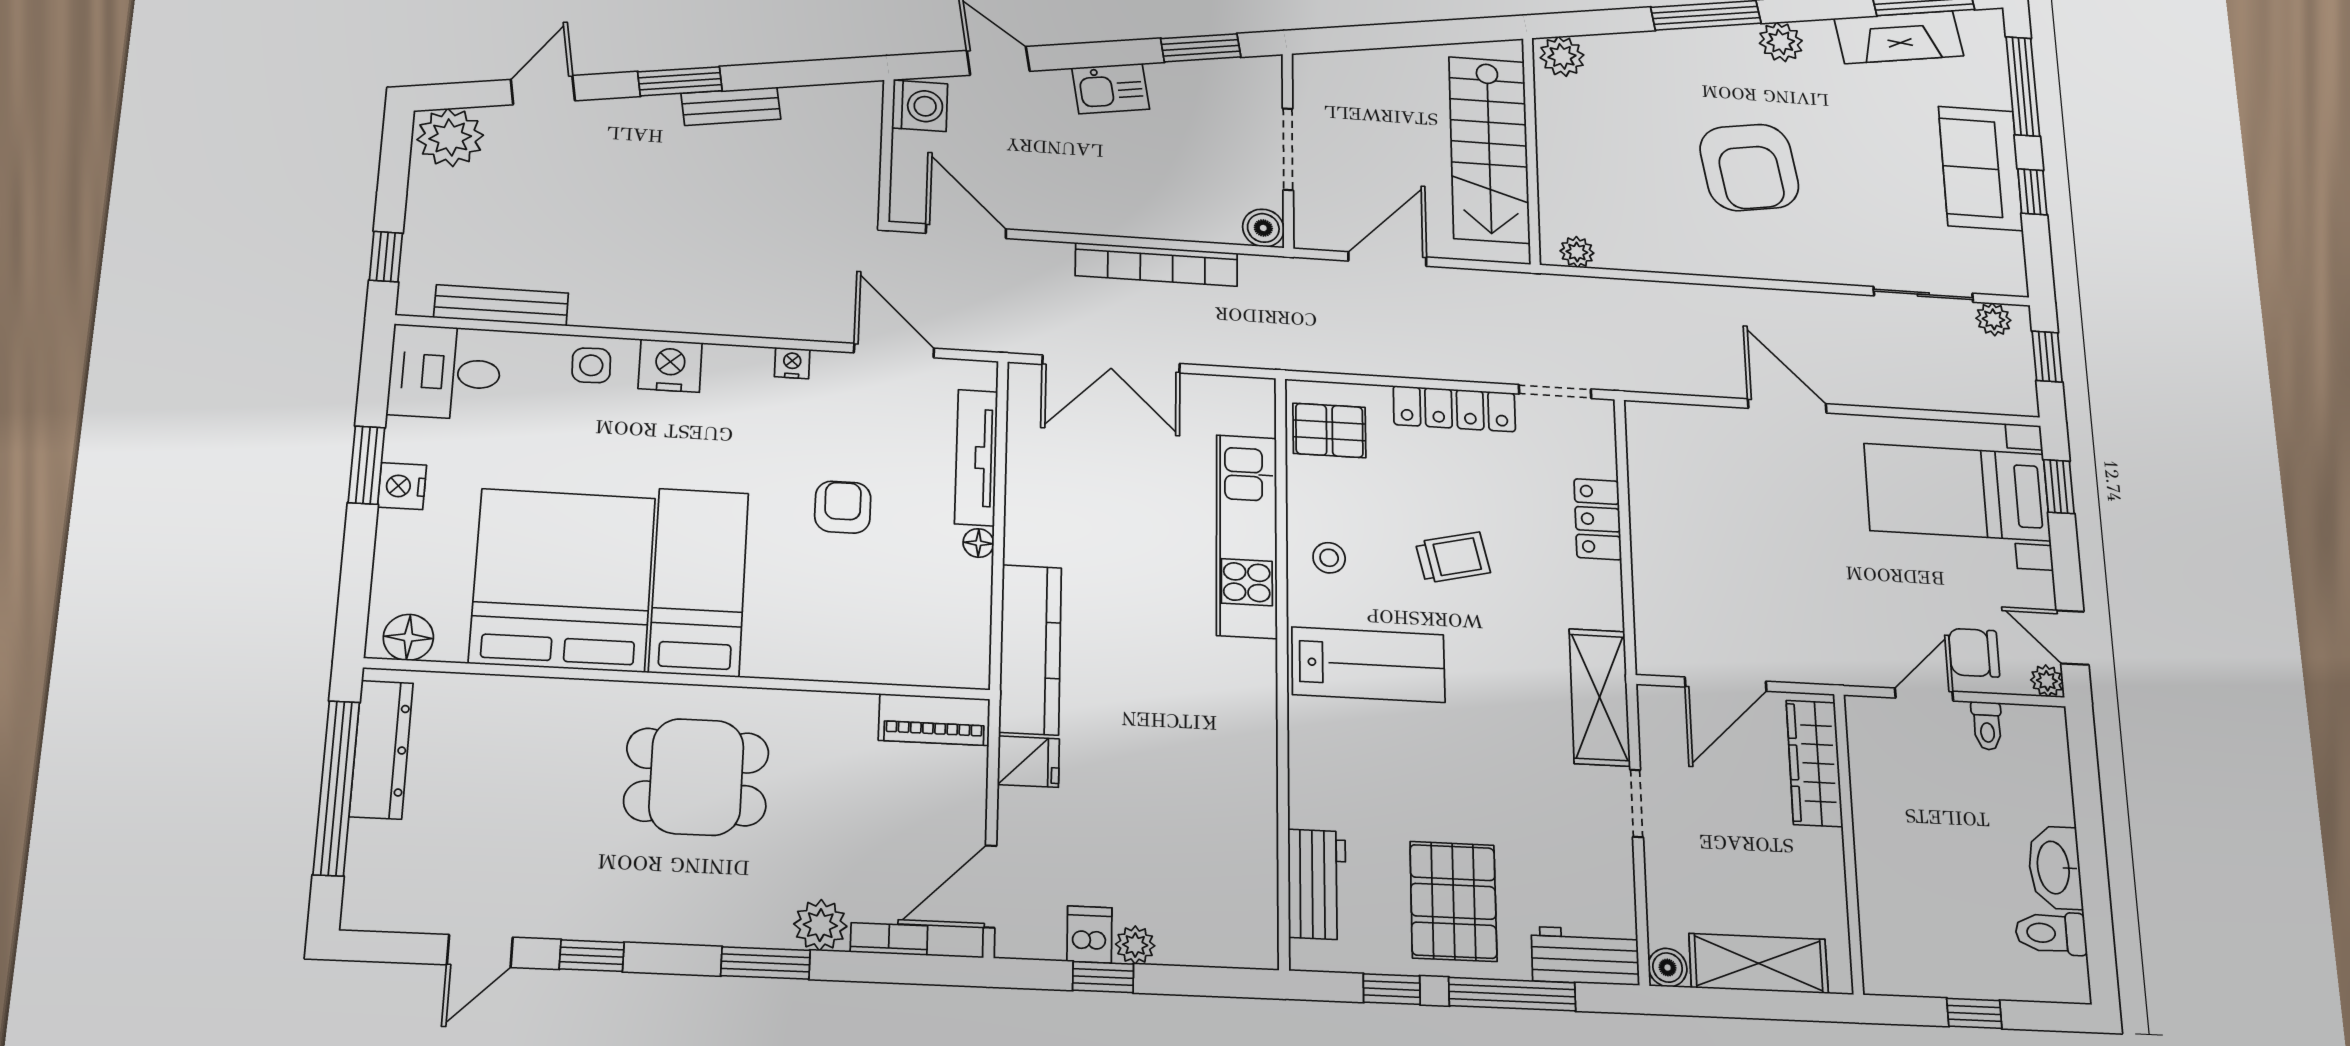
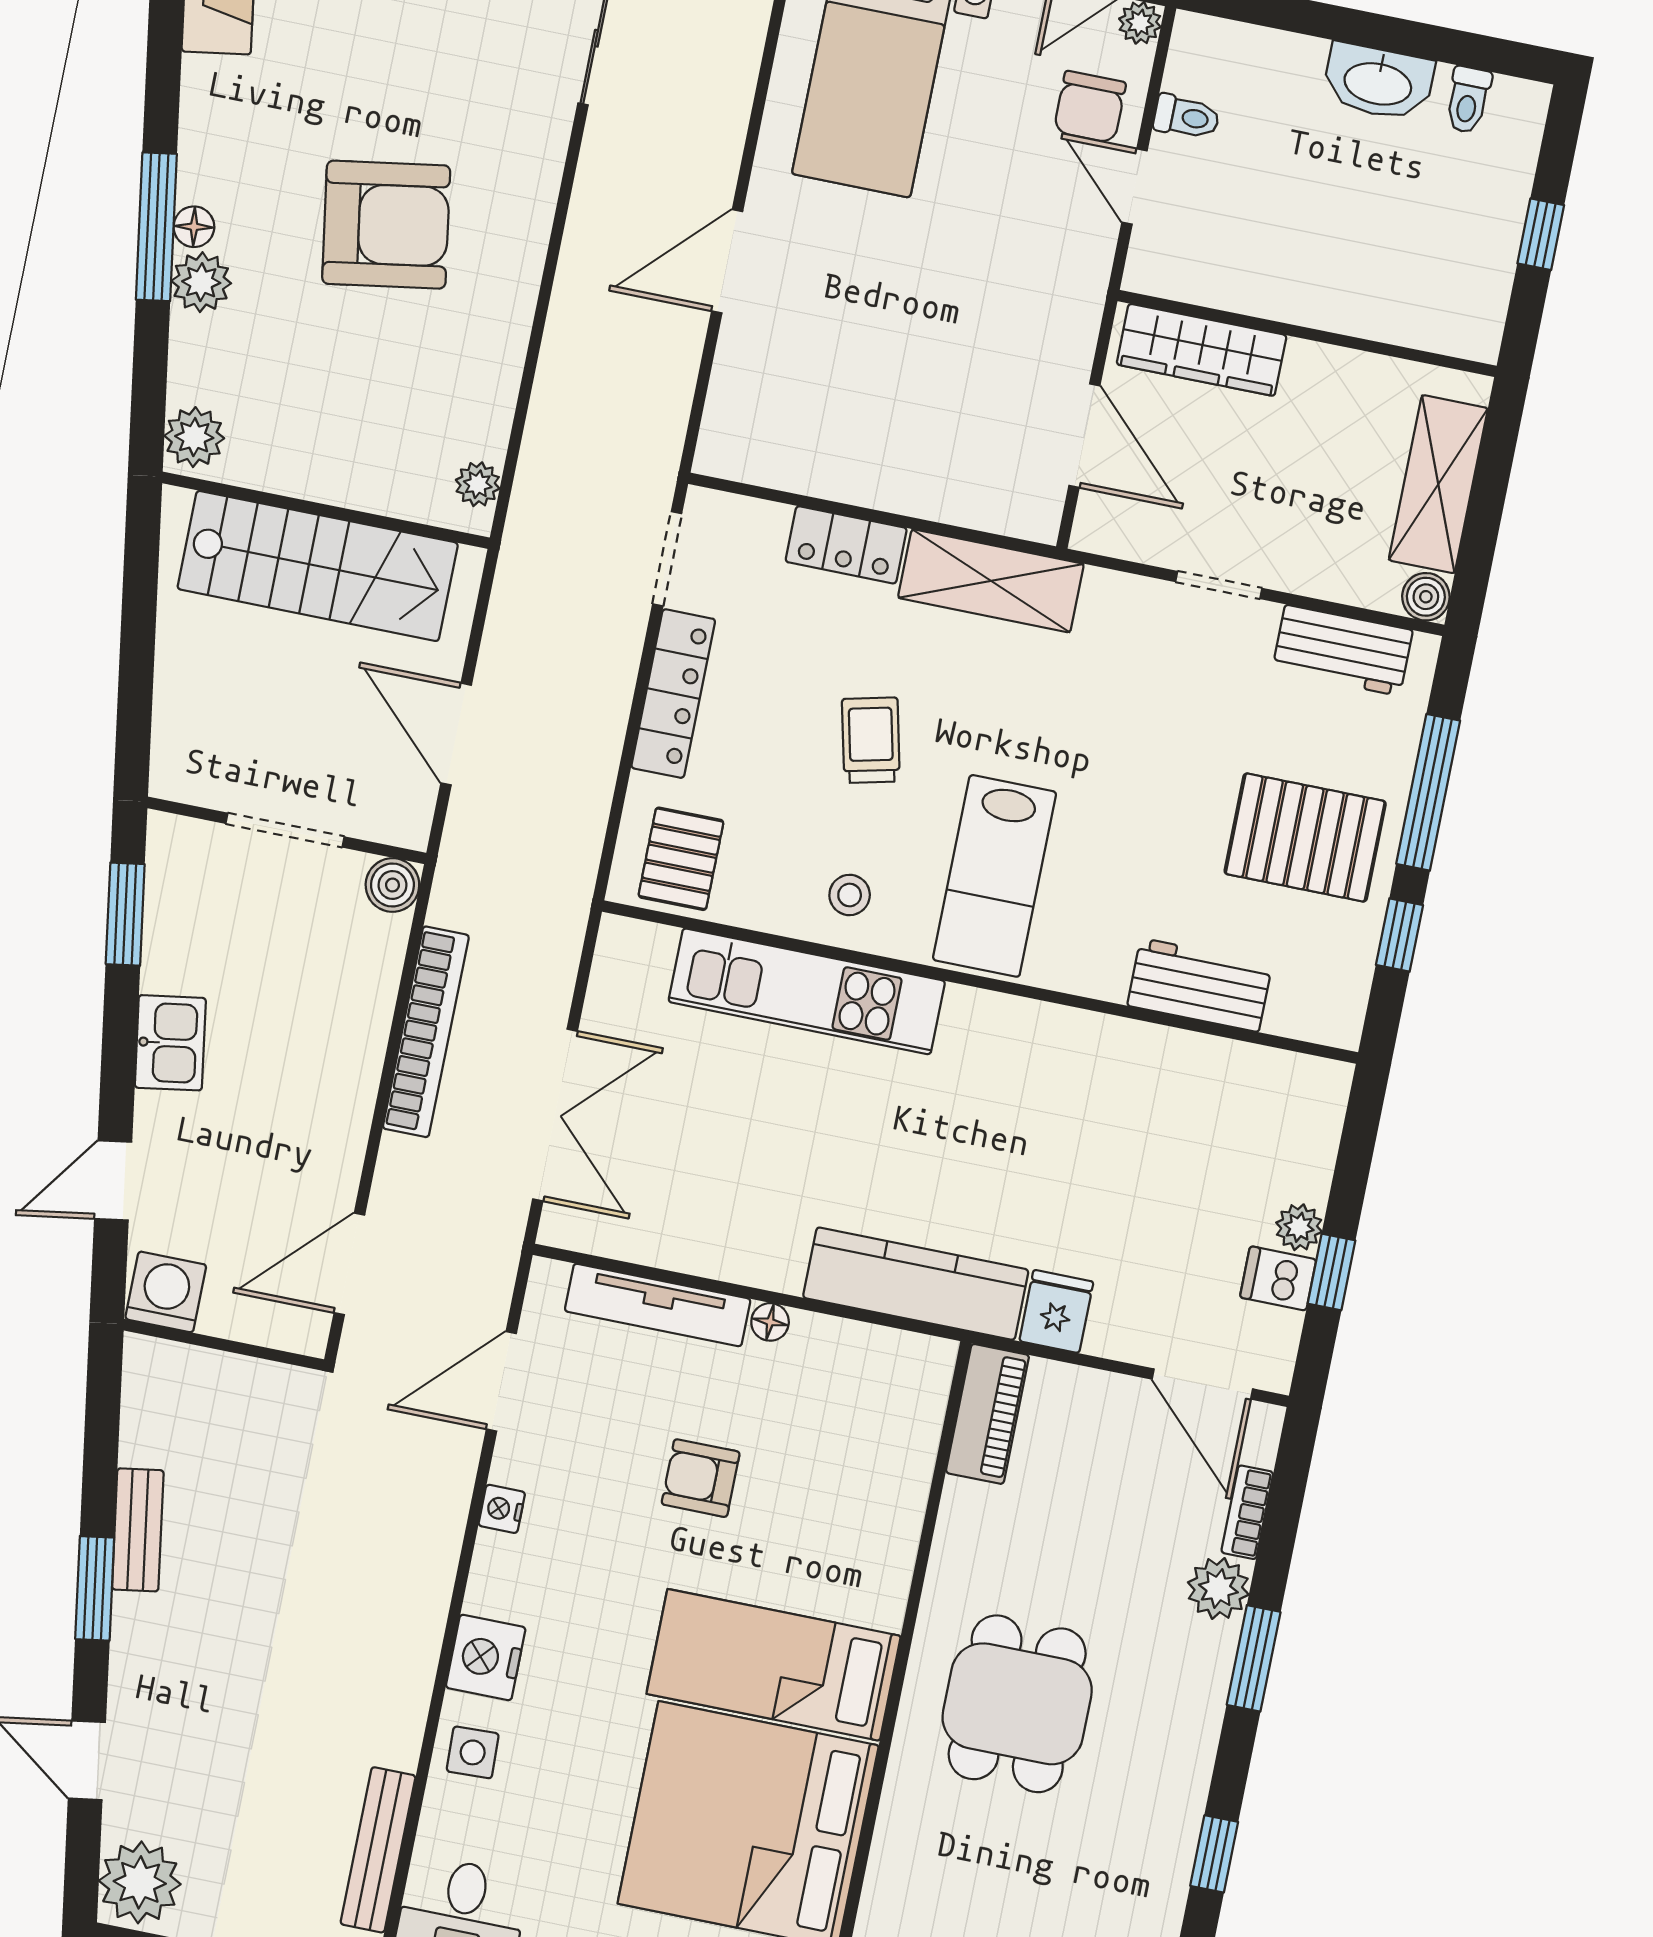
floor lamp: (1713, 40) -> (194, 227), added
plant: (1781, 42) -> (201, 282), moved
lab bench: (1368, 665) -> (995, 876), turned 180
shelving: (1600, 697) -> (991, 581), moved
workbench: (1317, 884) -> (1200, 985), moved
toilet: (2051, 933) -> (1468, 100), width x0.73, depth x0.72
workbench: (1585, 956) -> (1342, 650), moved, turned -90

